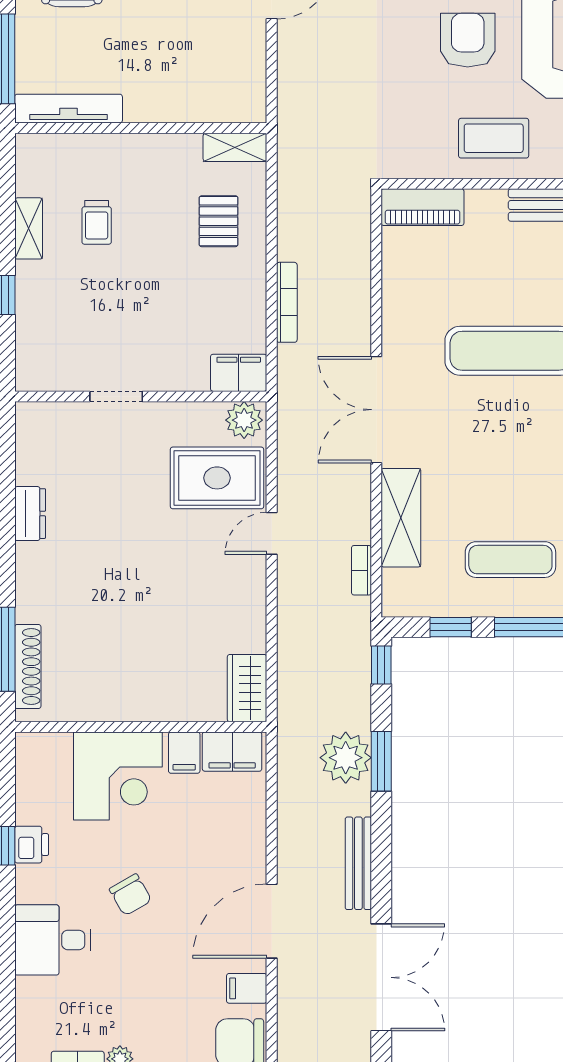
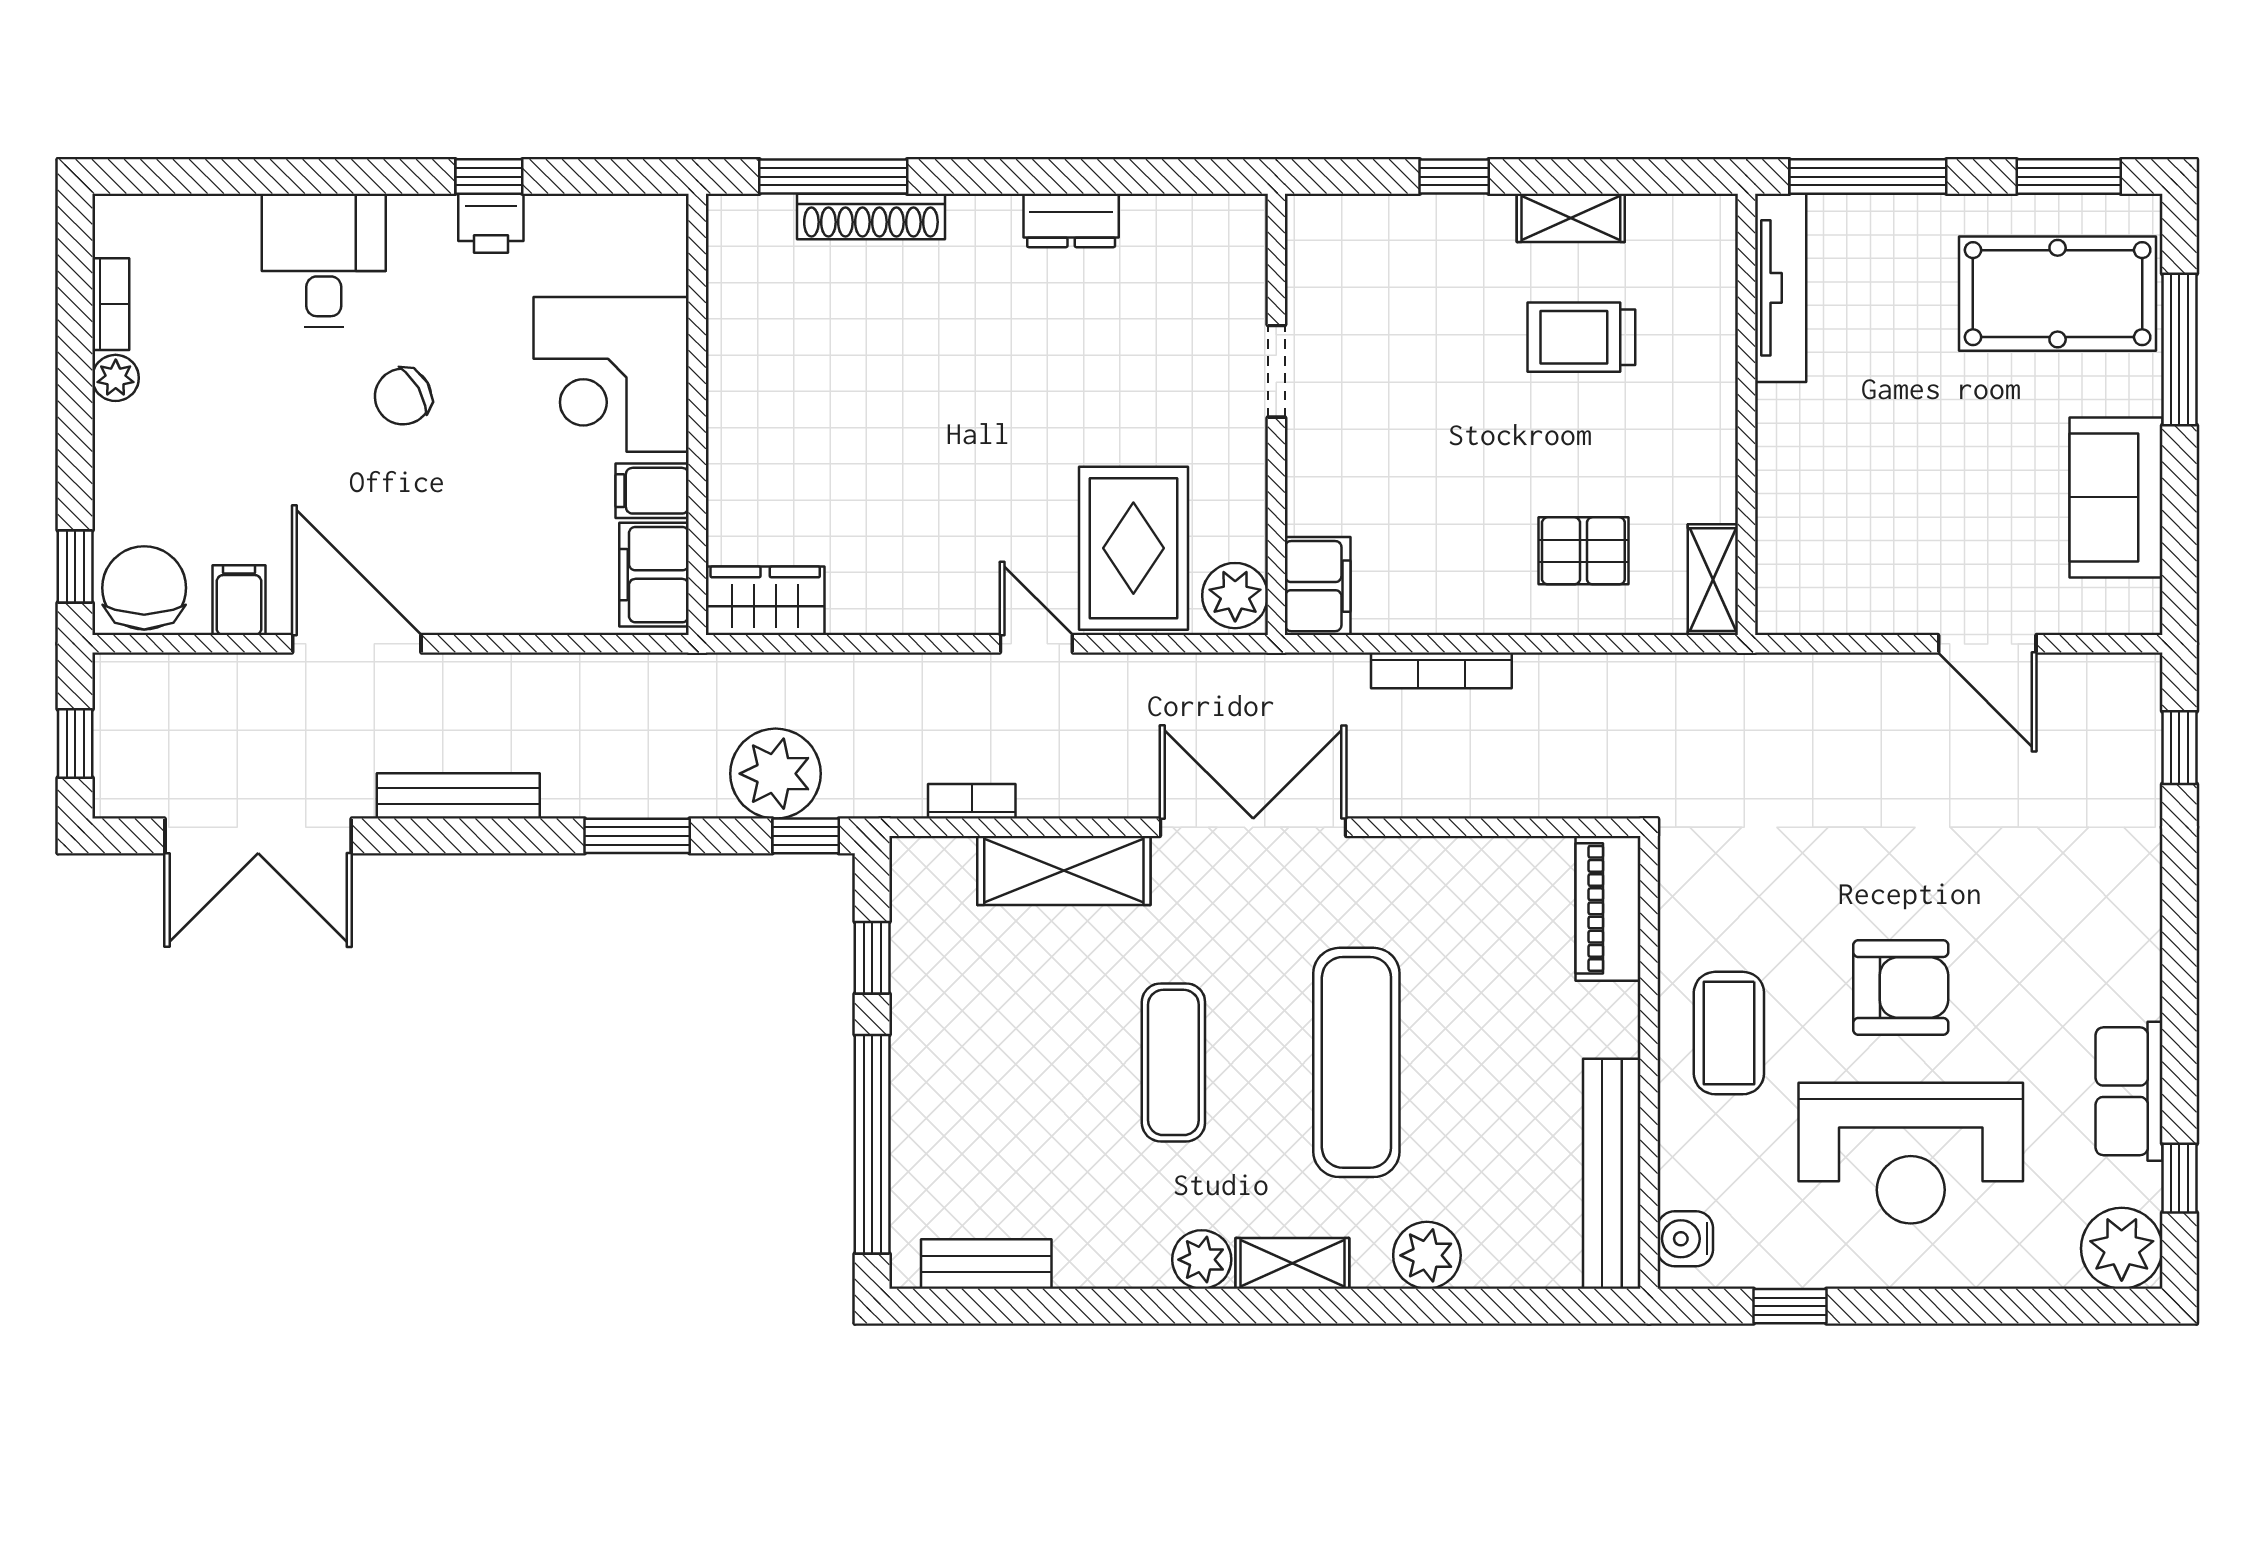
trolley: (97, 222) -> (1581, 337), width x1.36, depth x1.39
exercise mat: (510, 560) -> (1173, 1062), moved
shoe rack: (28, 666) -> (871, 217), moved
plant: (346, 758) -> (776, 774), moved

